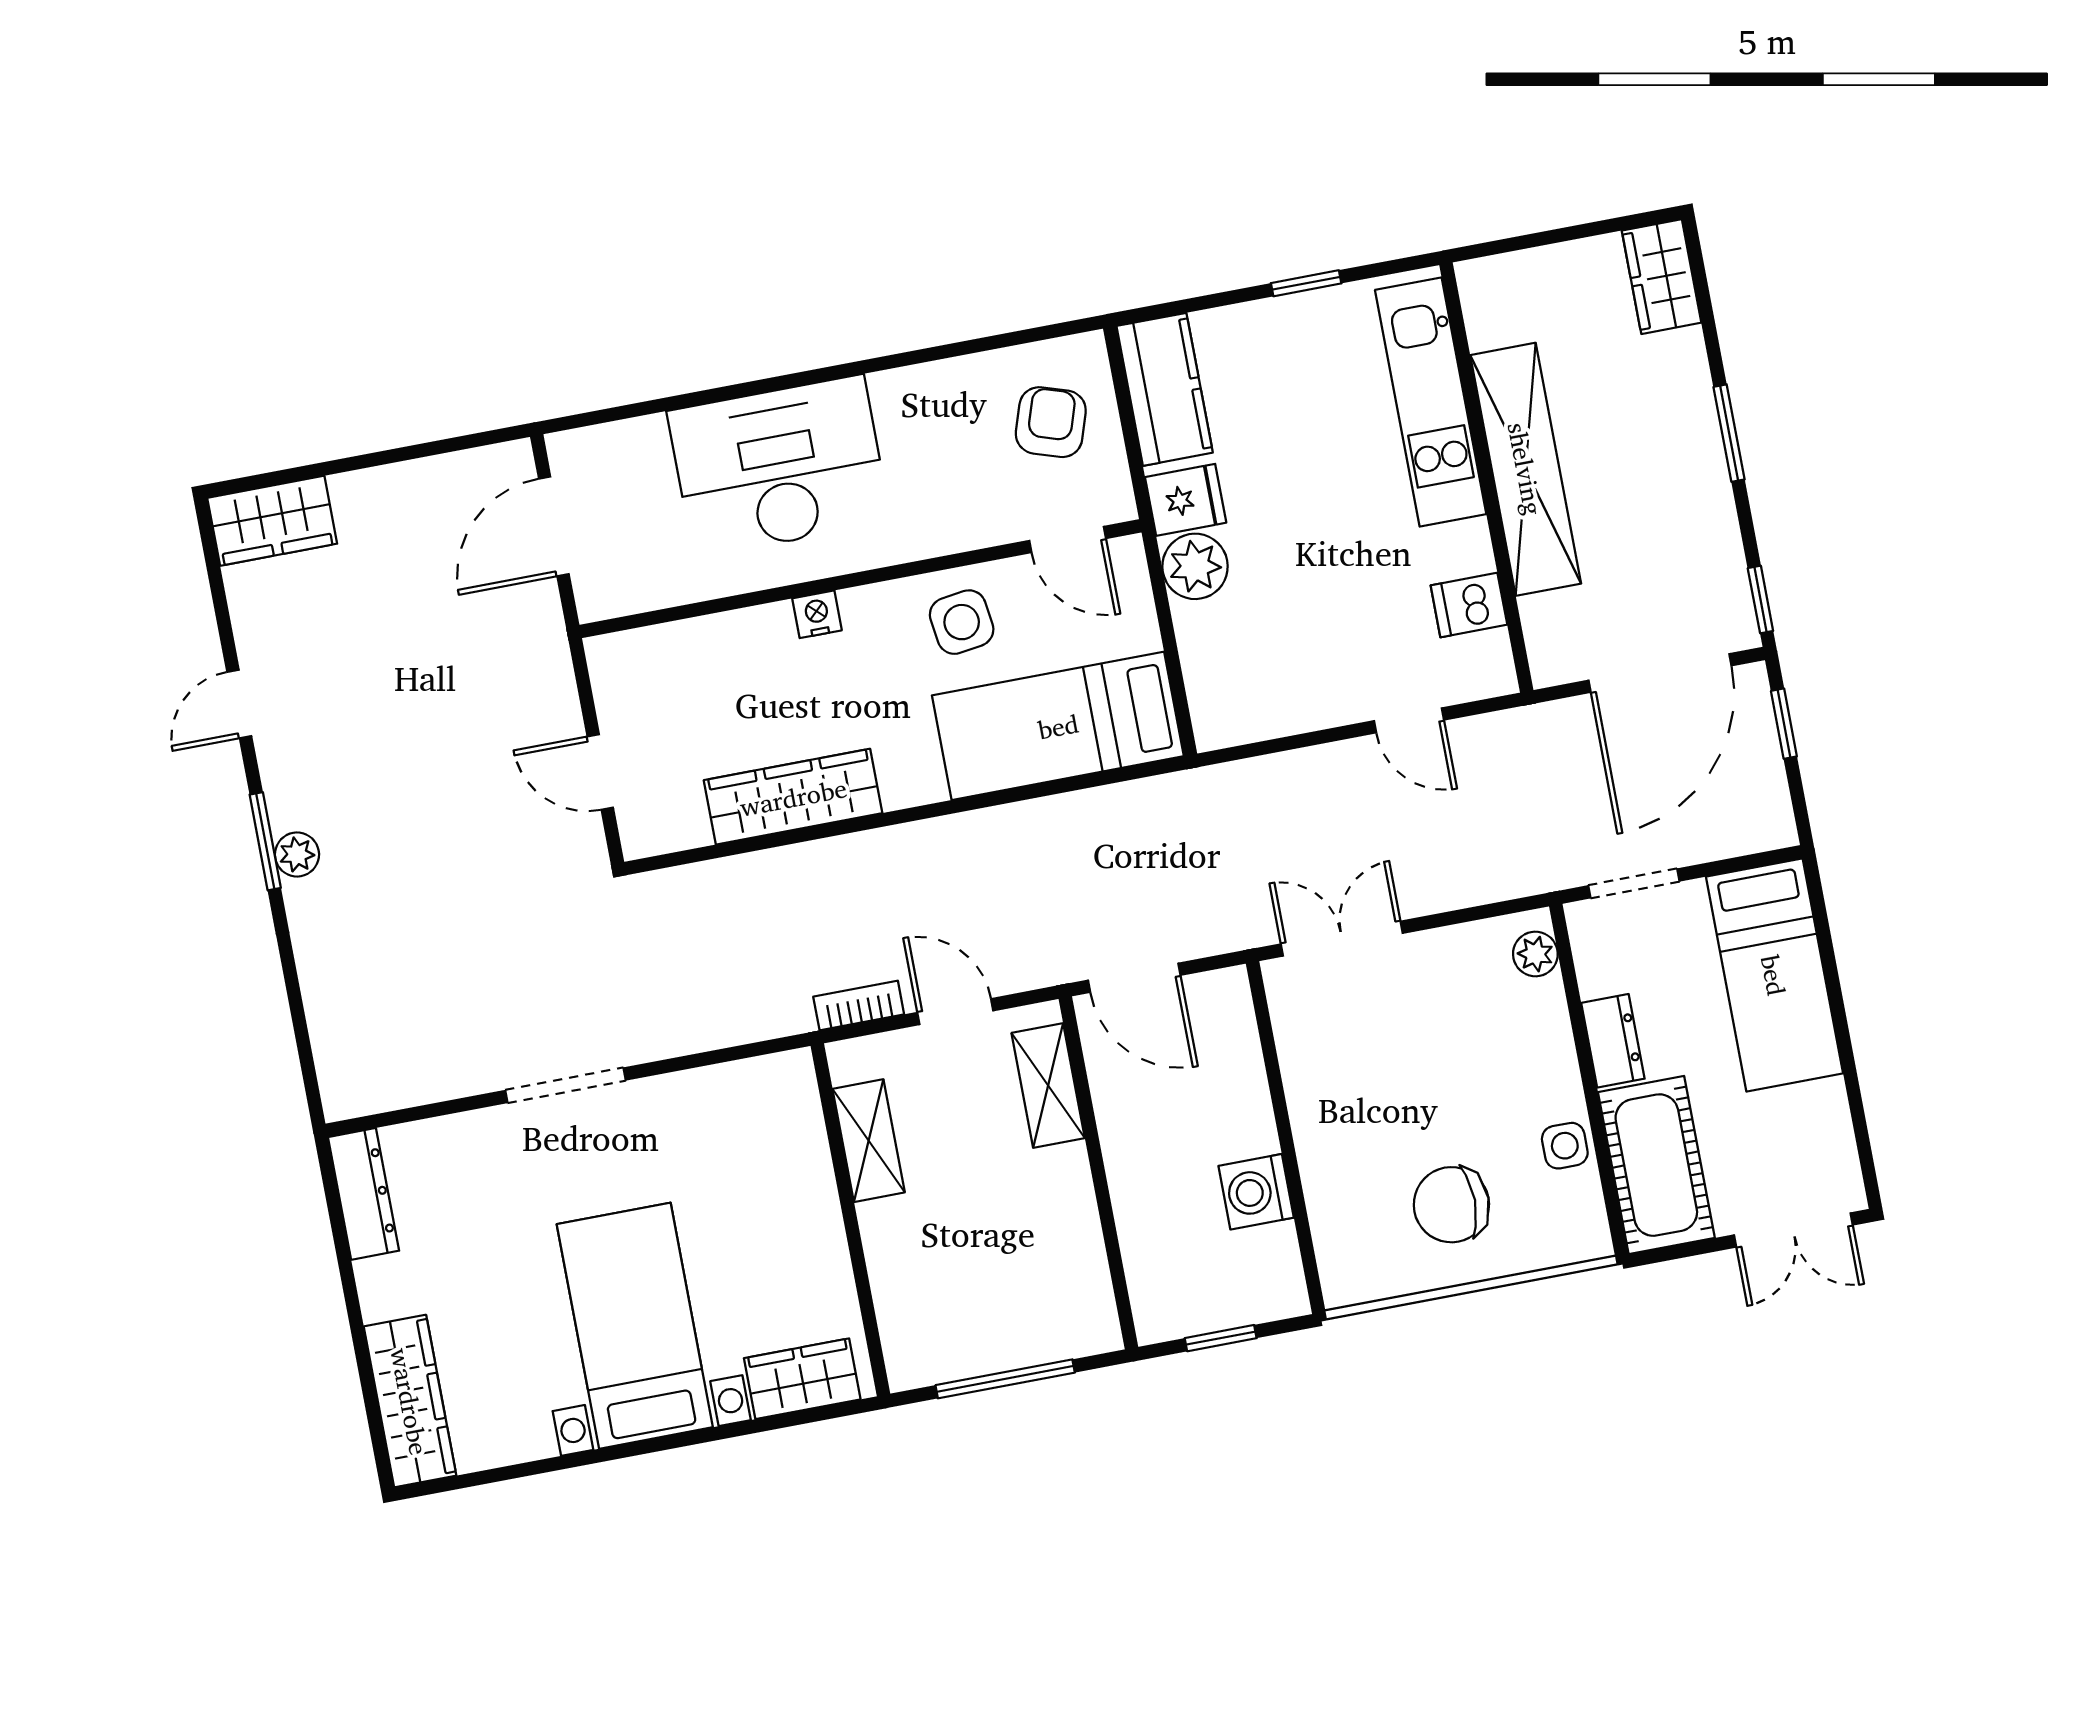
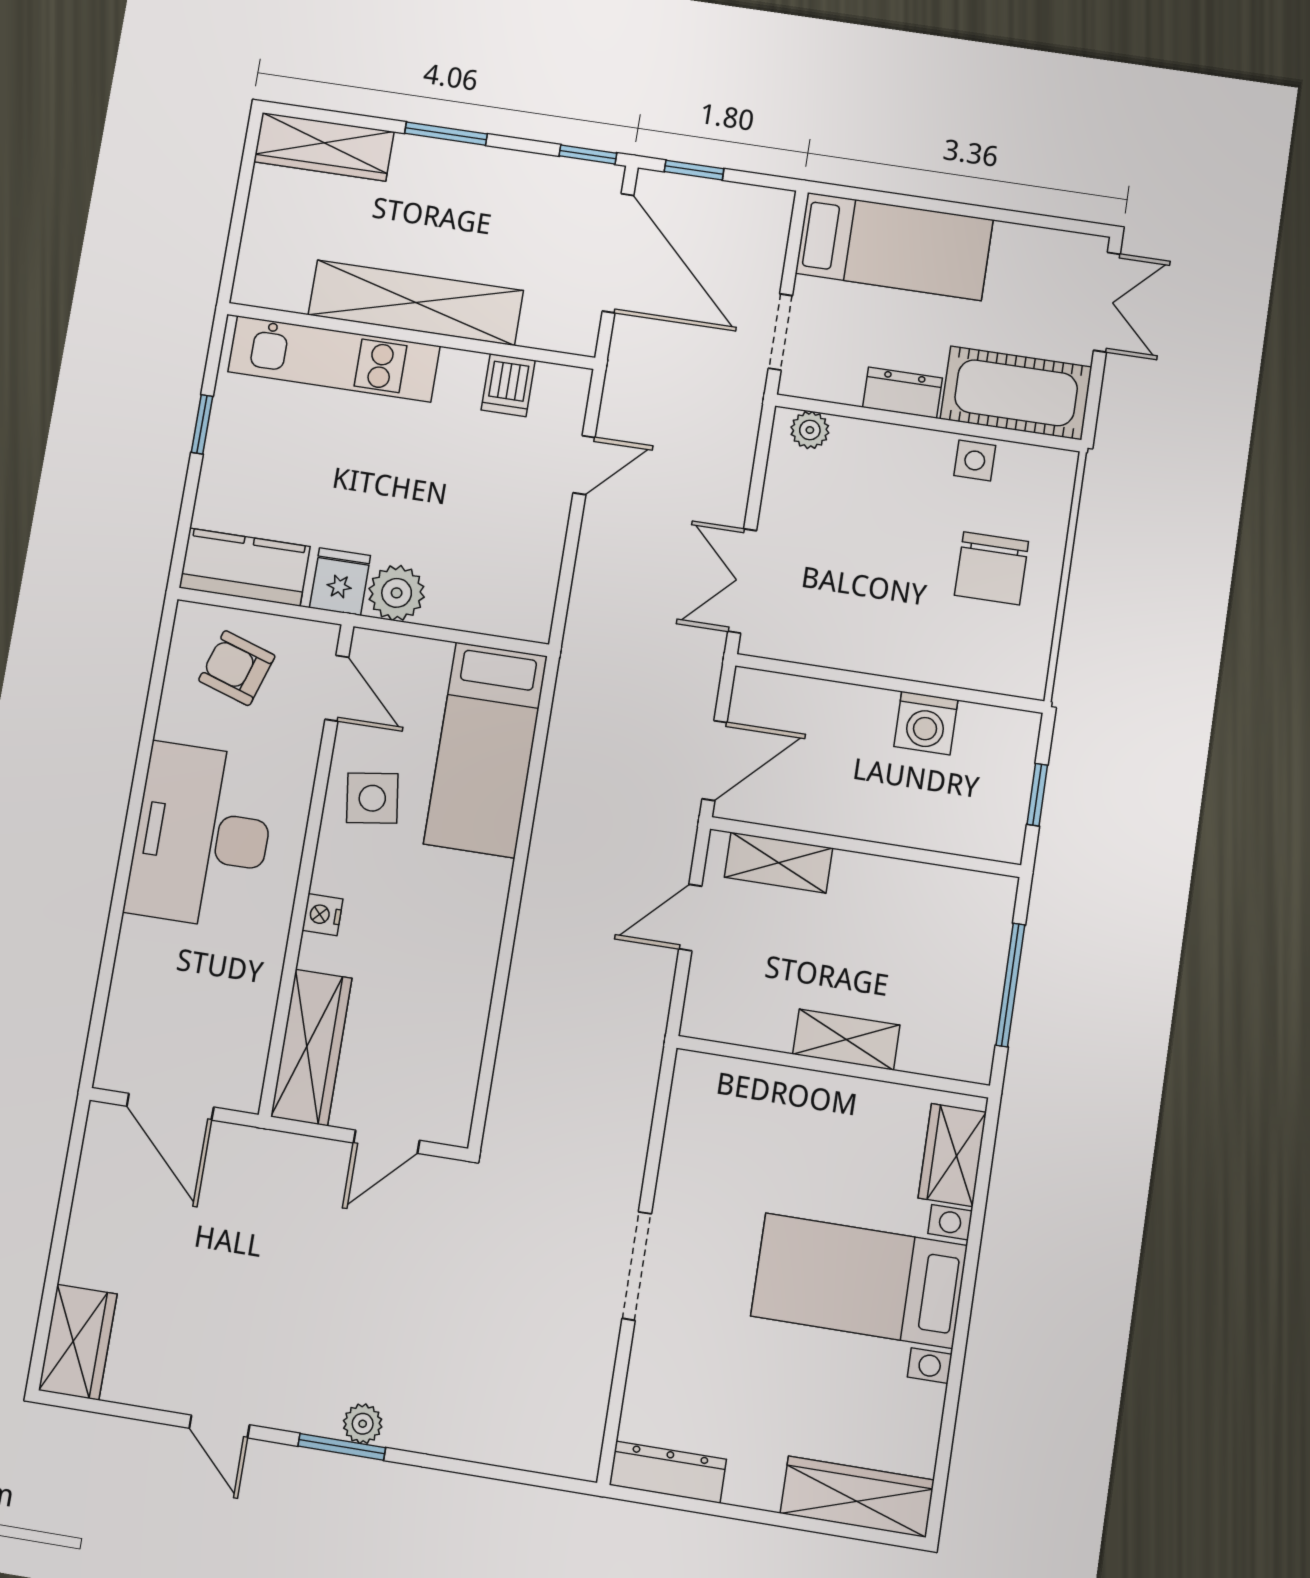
wardrobe: (1662, 277) -> (324, 147), width x1.50
desk: (779, 466) -> (202, 836), moved
door: (1068, 540) -> (337, 688), hinge flipped
wardrobe: (793, 797) -> (311, 1047), moved, turned 180
bookcase: (859, 1006) -> (657, 996), removed
shelving: (869, 1141) -> (846, 1040), moved

